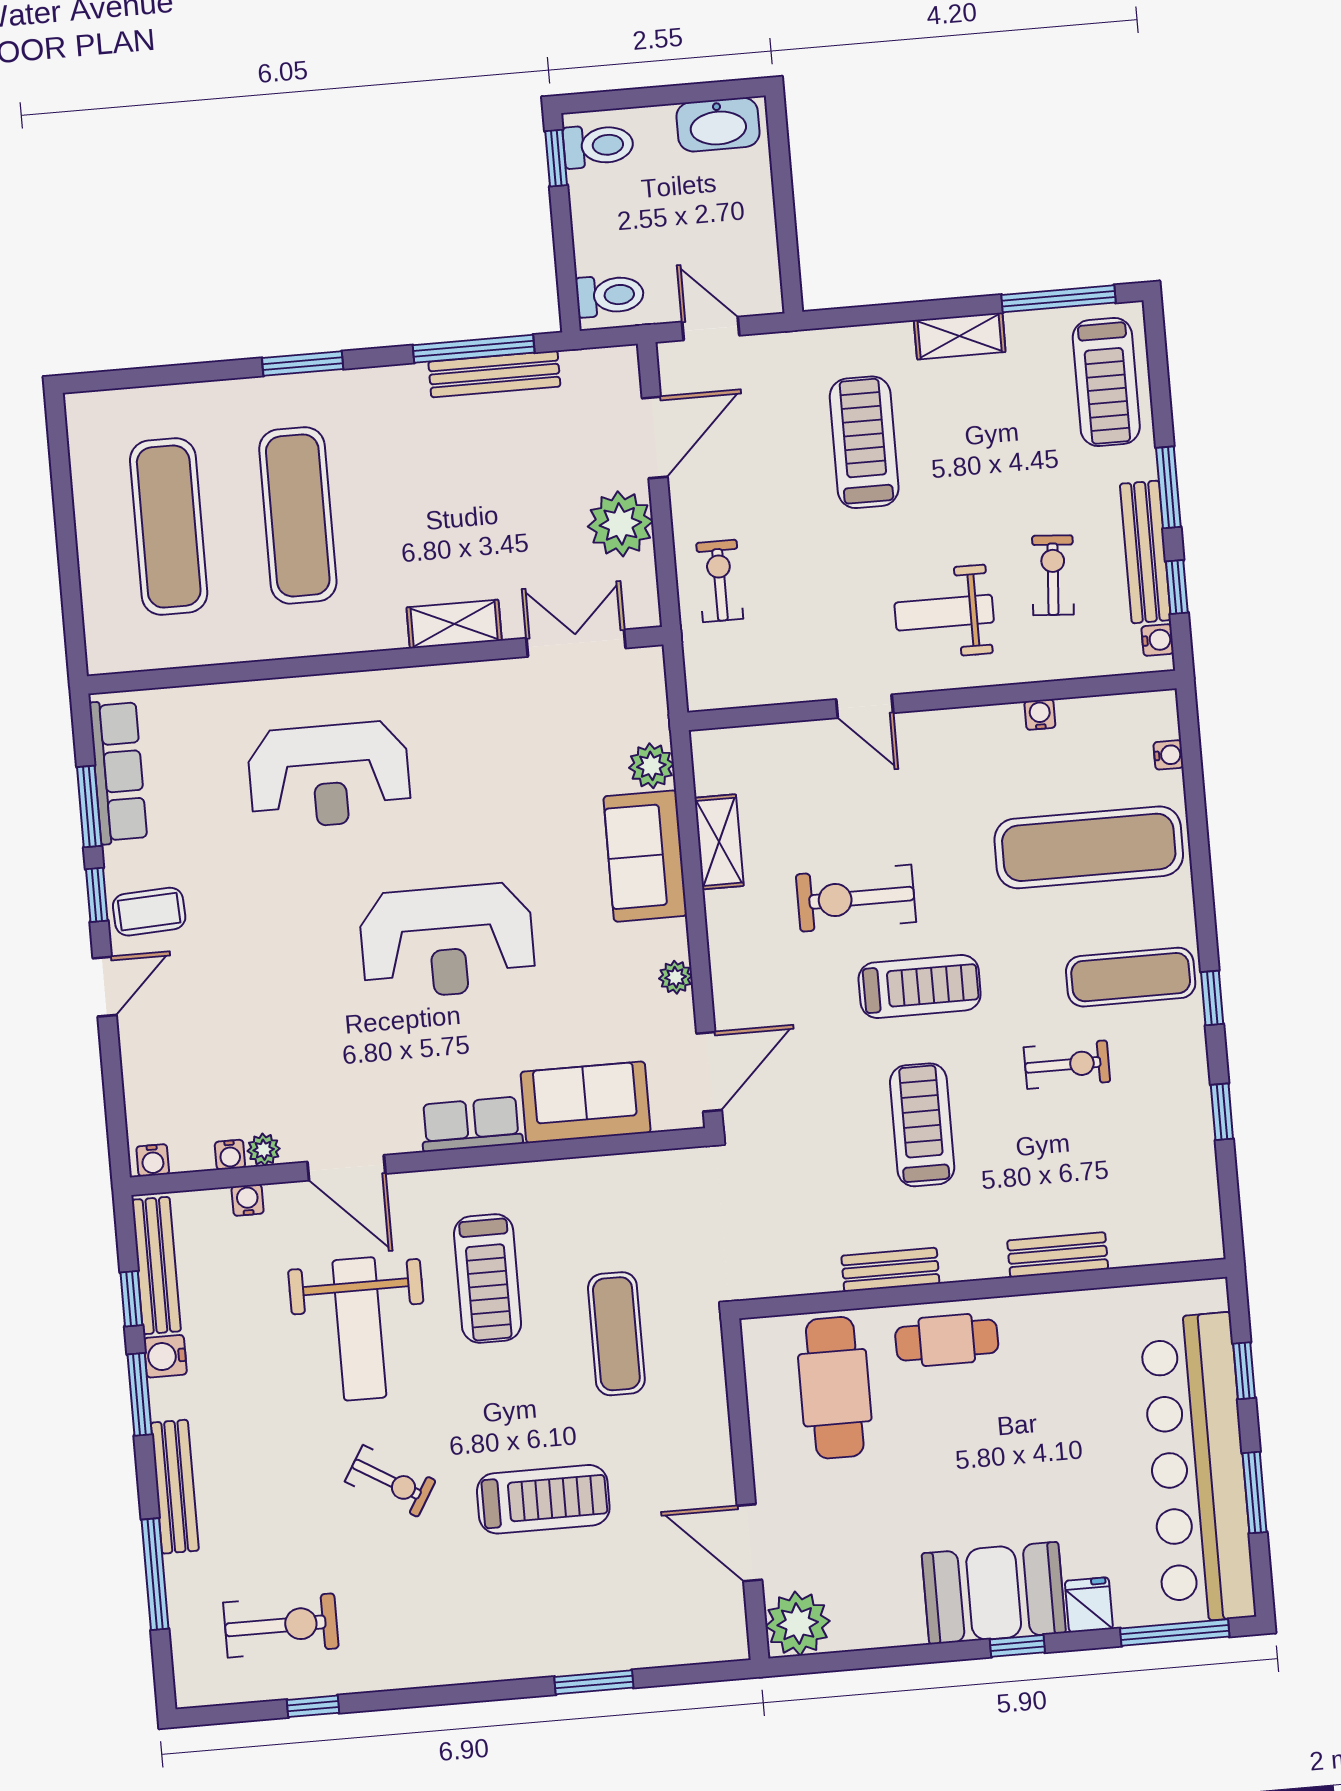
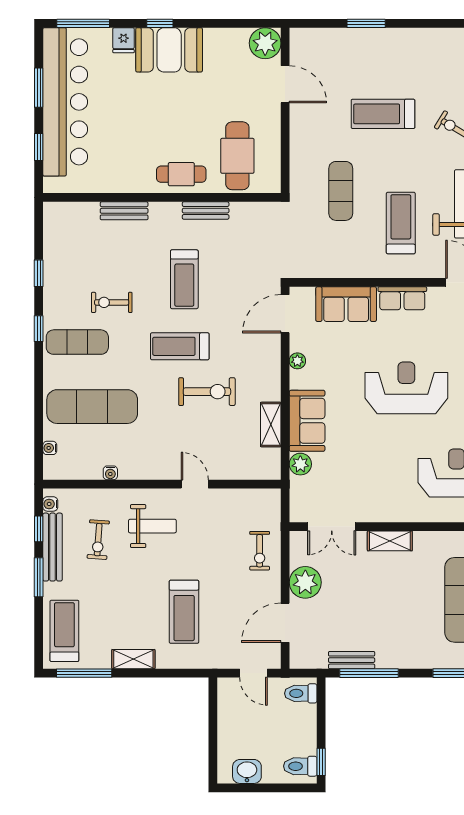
washbasin: (718, 125) -> (247, 771), width x0.72
bench: (494, 374) -> (352, 660), width x0.73

